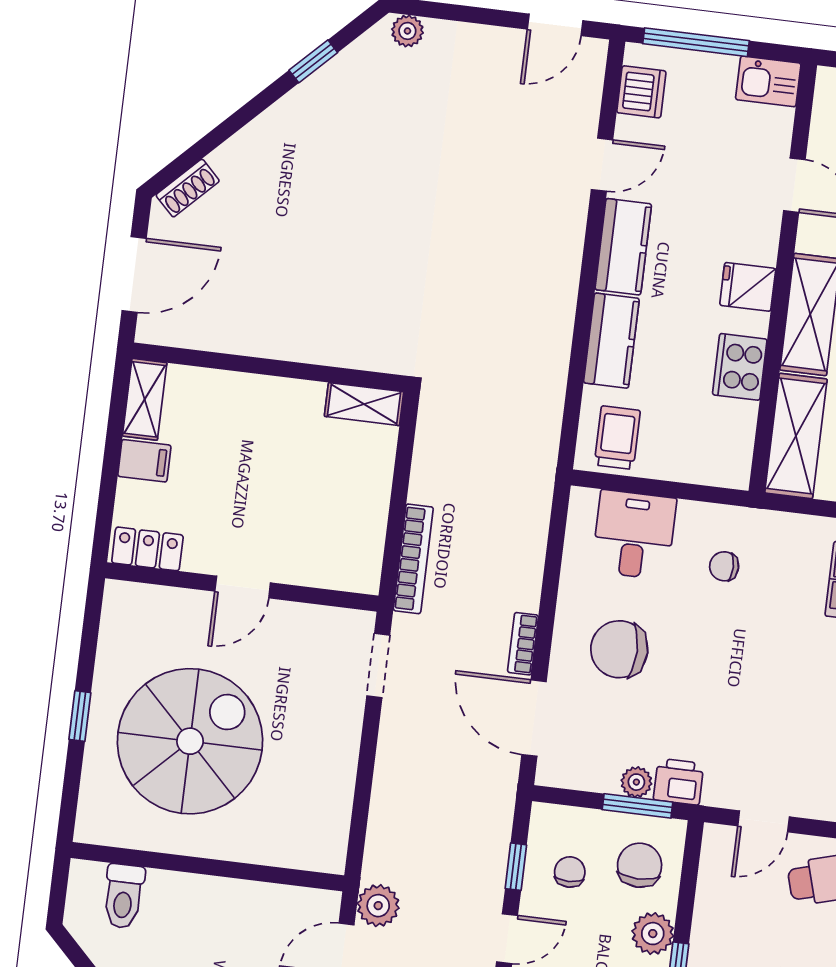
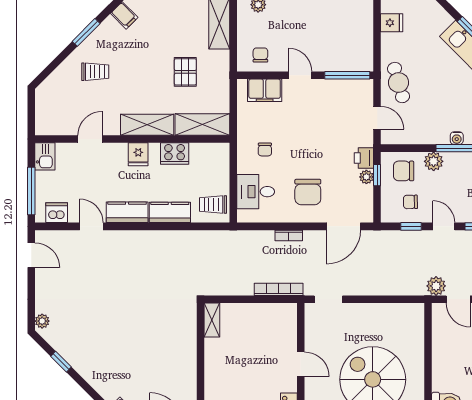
bookcase: (523, 644) -> (289, 235), moved
window: (637, 806) -> (377, 175), width x0.67

